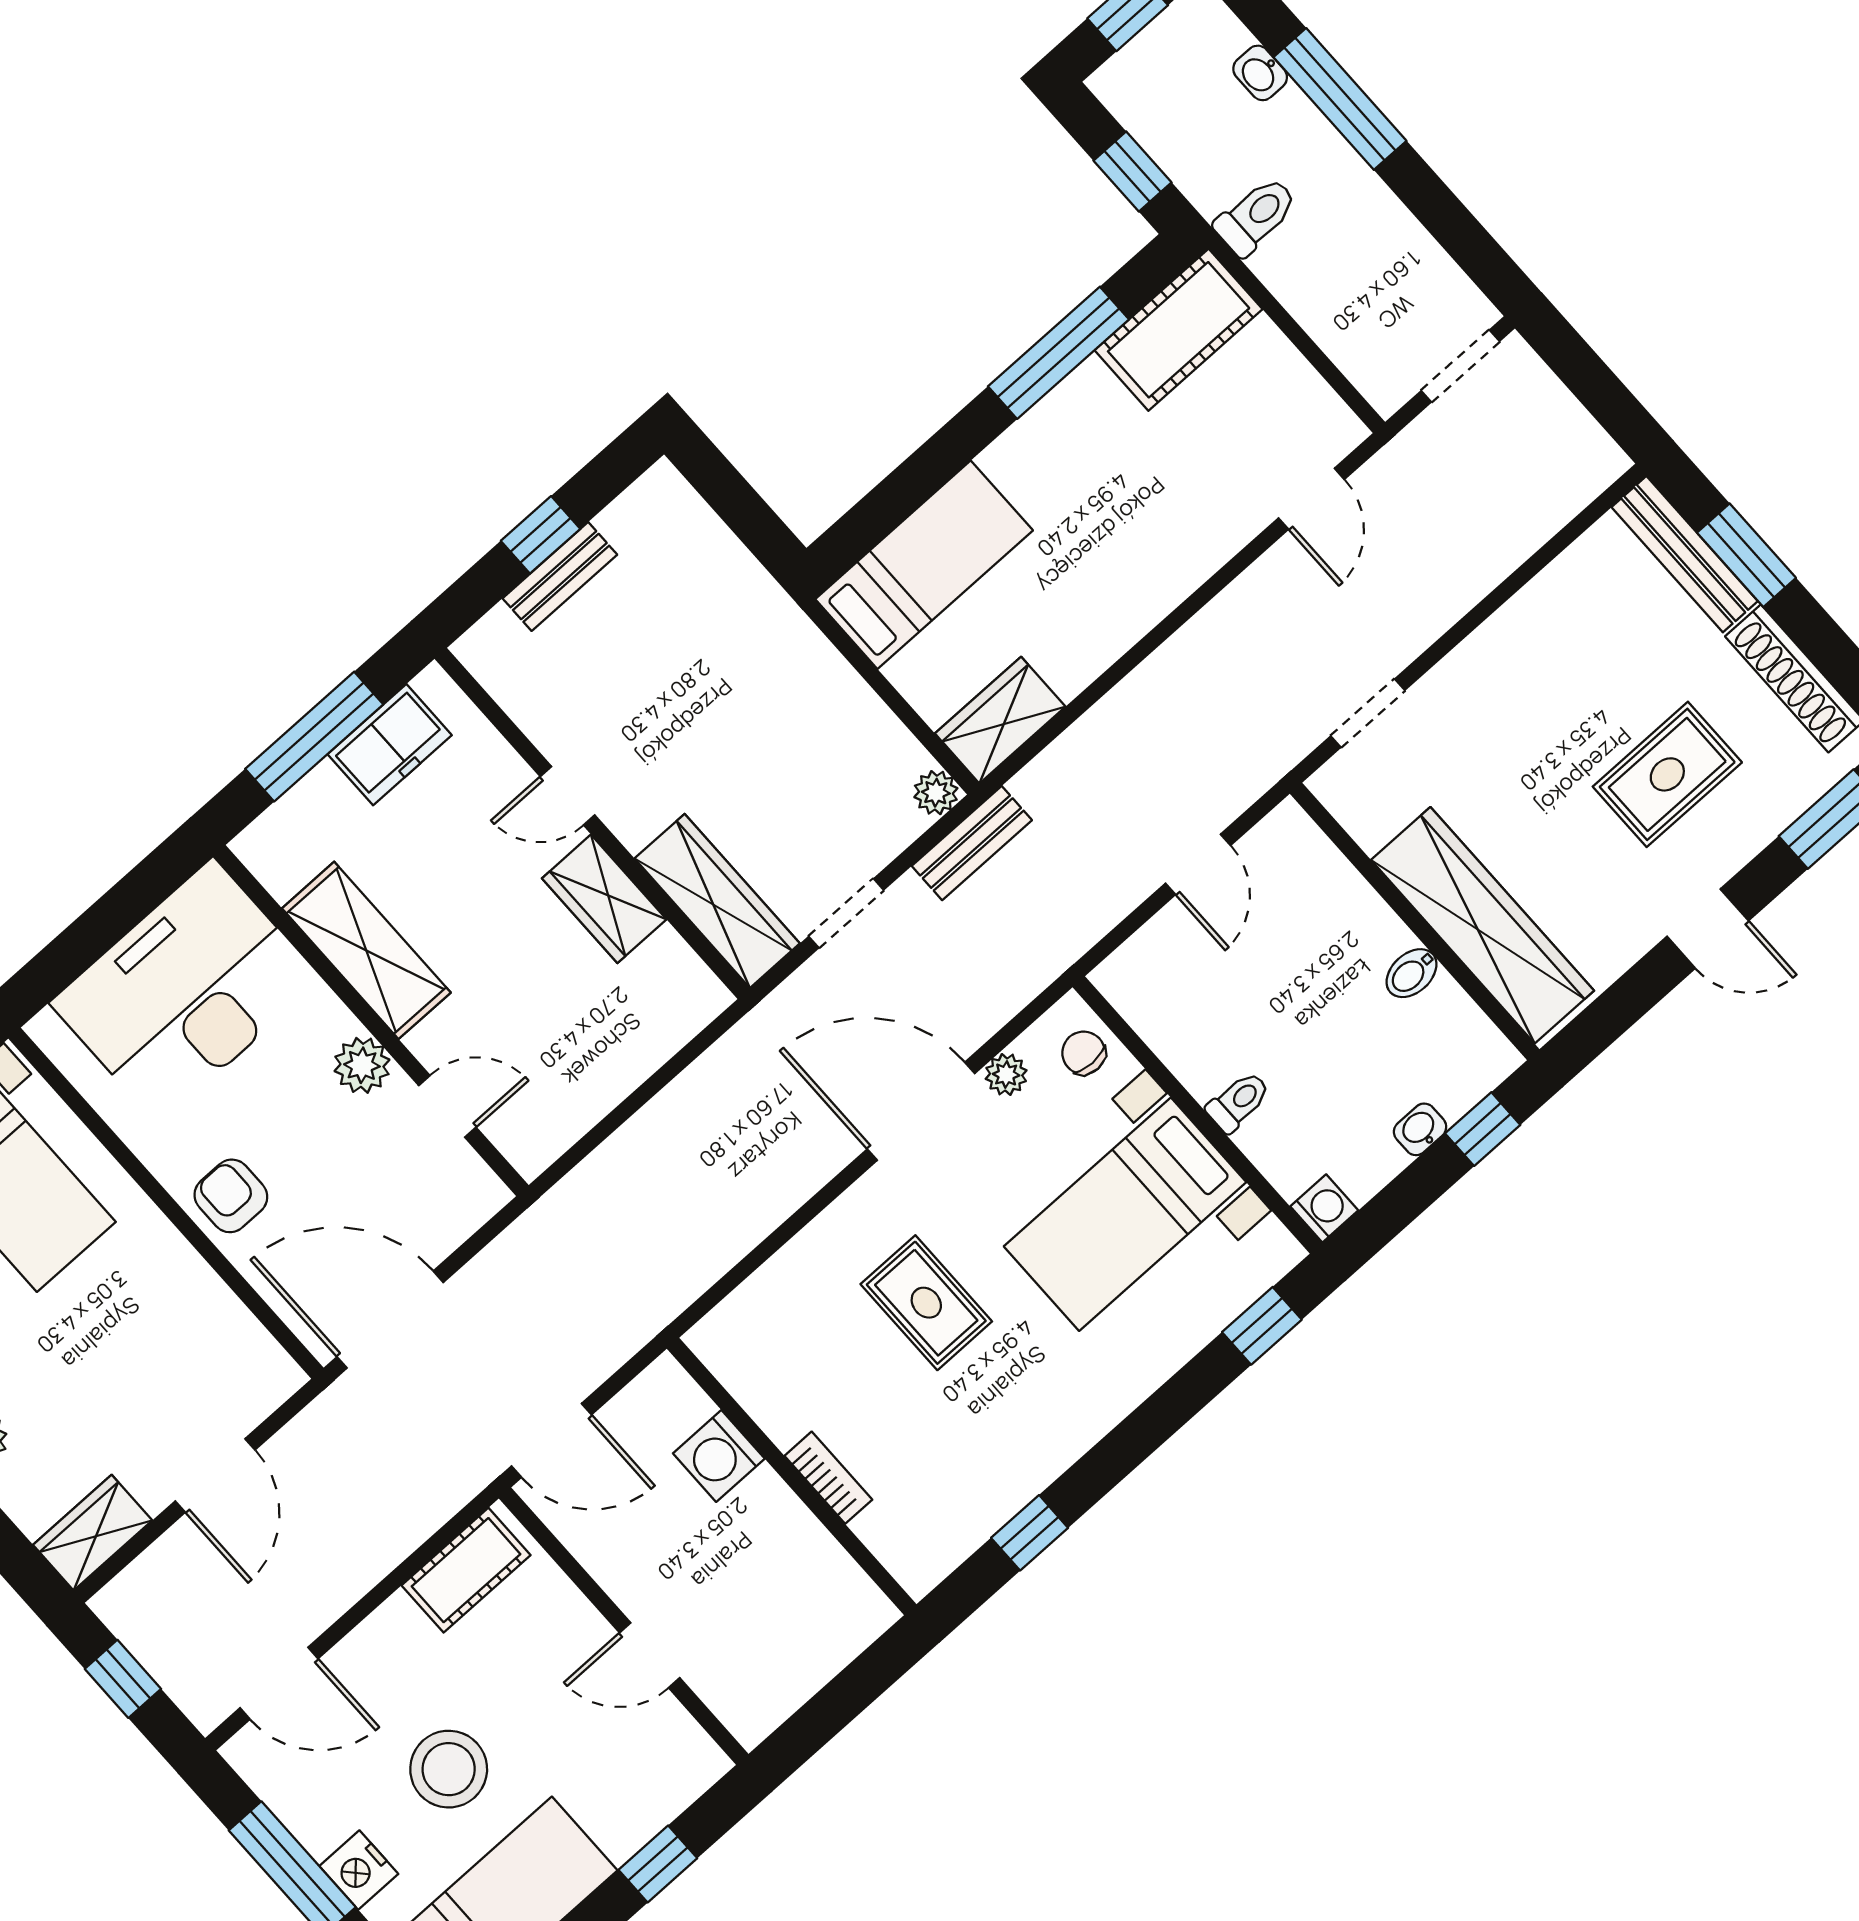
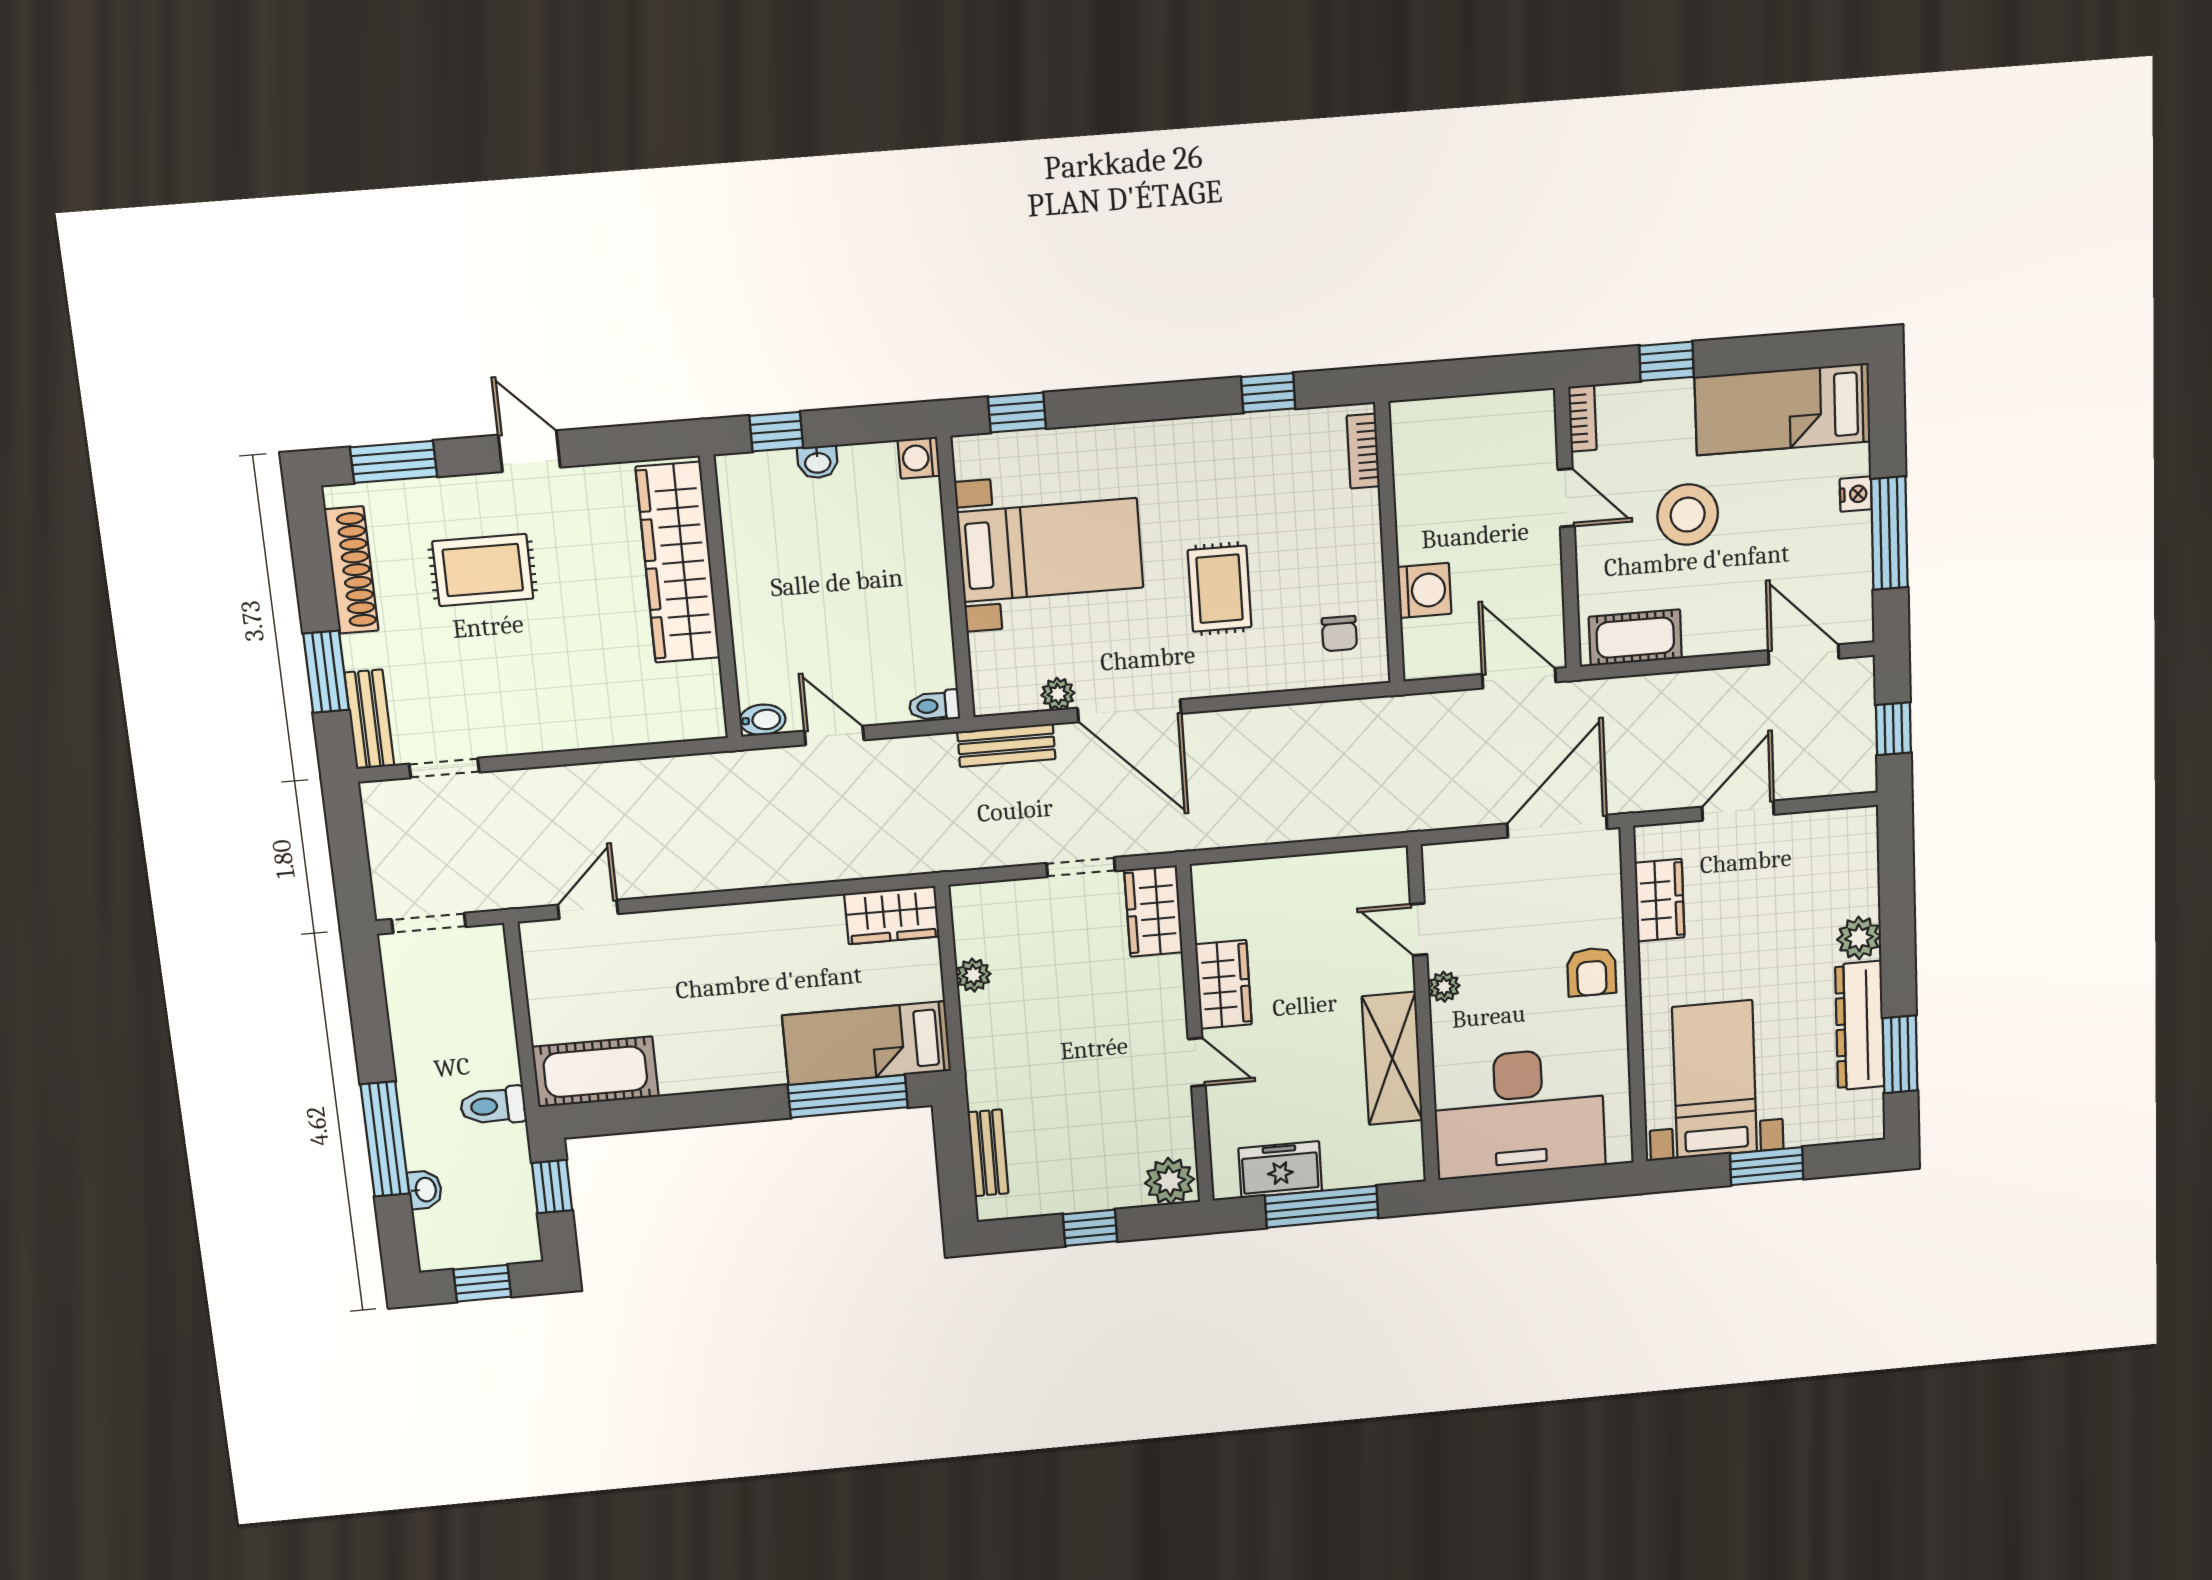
window: (1058, 353) -> (848, 1096), moved
bench: (1685, 554) -> (369, 719), width x0.73
bench: (560, 576) -> (988, 1153), moved, turned 90
plant: (496, 647) -> (1169, 1181), added
doorway: (1368, 713) -> (444, 768), moved
plant: (936, 793) -> (973, 975), moved
bench: (972, 843) -> (1006, 745), moved
door: (1198, 864) -> (834, 735), hinge flipped
wardrobe: (717, 901) -> (1153, 911), width x0.67
bidet: (1411, 973) -> (763, 720), moved
chair: (1084, 1053) -> (1339, 634), moved
plant: (362, 1065) -> (1444, 987), width x0.73, depth x0.73
toilet: (1238, 1102) -> (934, 706), moved
door: (390, 1320) -> (1557, 826), swing flipped
bookcase: (828, 1478) -> (1363, 451), moved
wardrobe: (93, 1533) -> (1660, 900), moved, turned -90
bookcase: (697, 1745) -> (1582, 418), added
stool: (449, 1769) -> (1688, 515), moved
nightstand: (359, 1870) -> (1856, 494), width x0.72, depth x0.74

